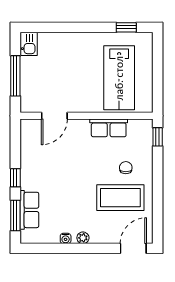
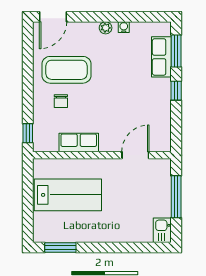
window: (126, 27) -> (60, 247), width x1.50
lab bench: (119, 78) -> (68, 195), turned 90

